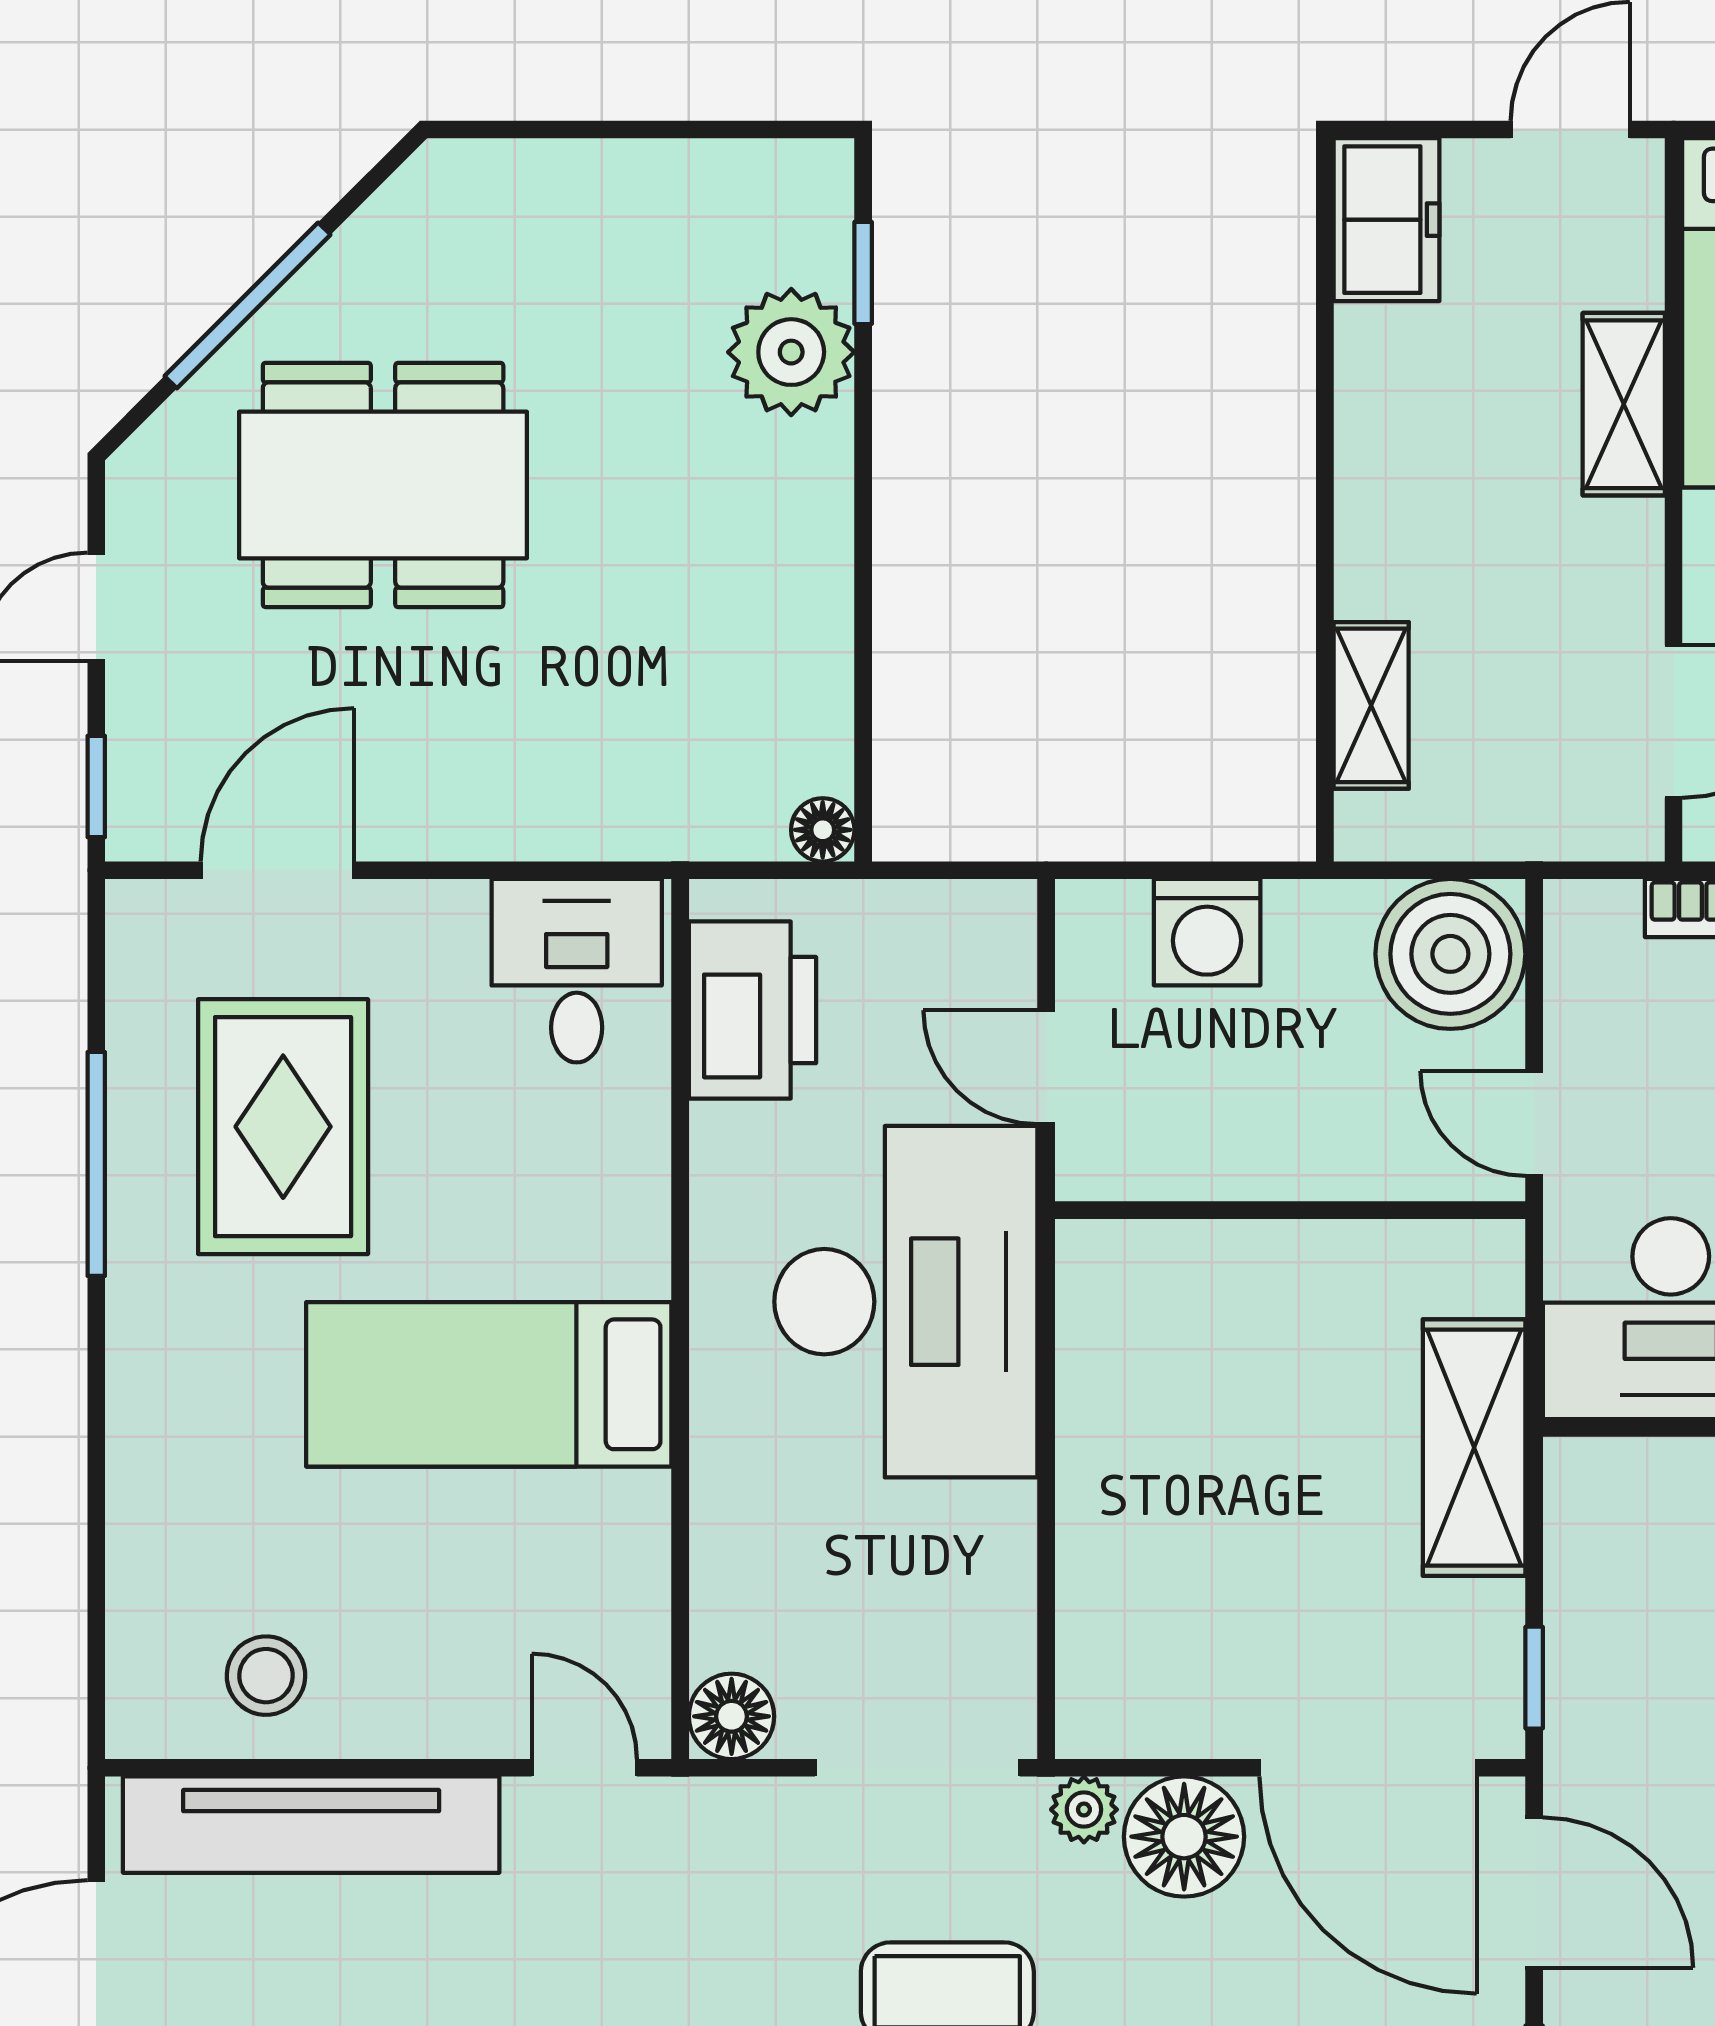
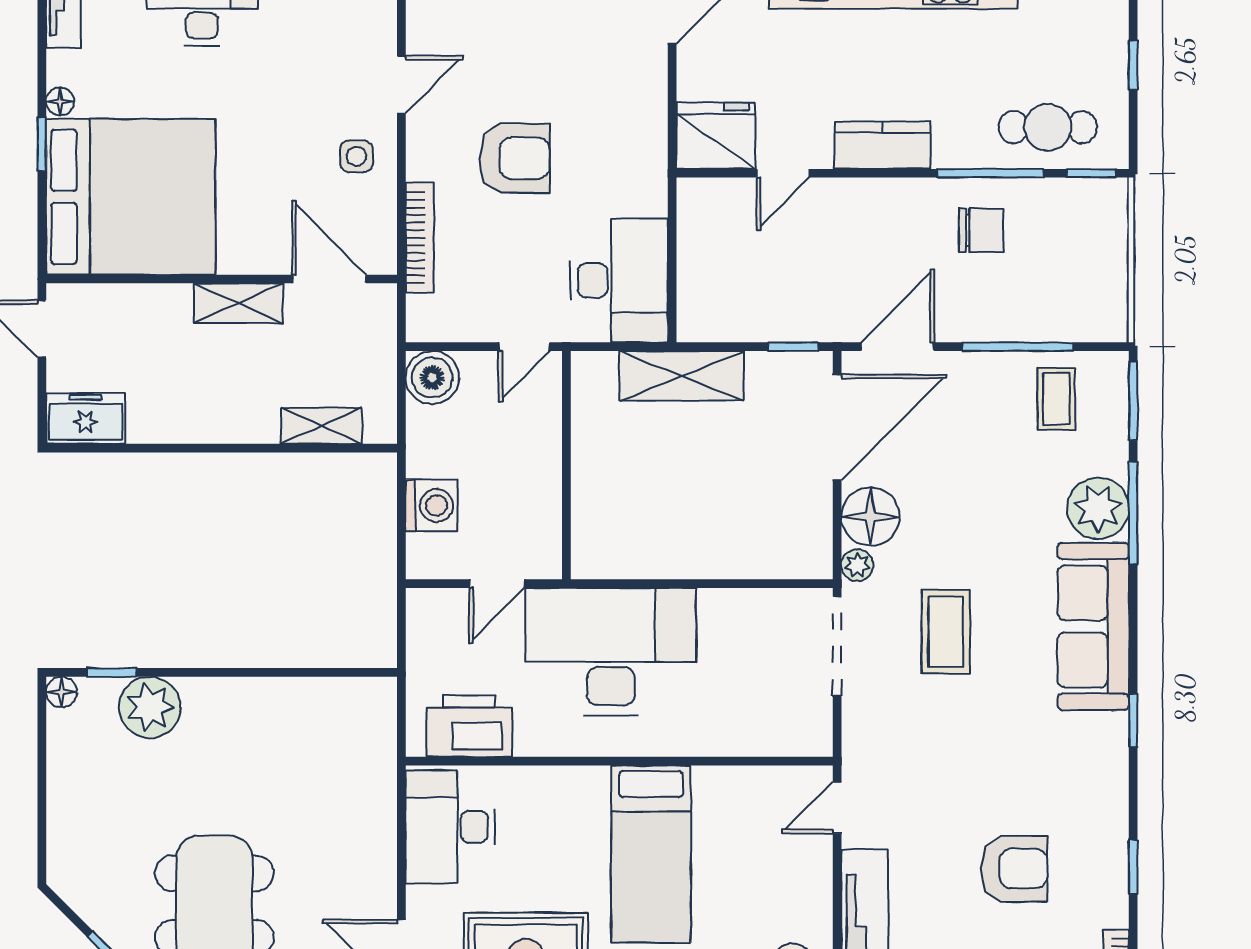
shelving: (1624, 404) -> (238, 303), moved
floor lamp: (823, 830) -> (61, 692), moved
boiler: (1450, 954) -> (432, 378), width x0.73, depth x0.73
desk: (577, 971) -> (450, 827), width x1.37
floor lamp: (732, 1716) -> (812, 736), removed

